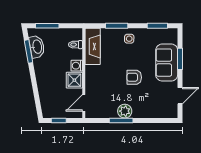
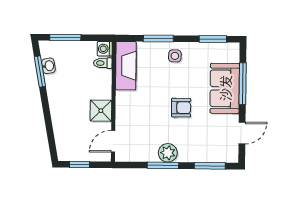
washbasin: (37, 47) -> (48, 66), width x0.52, depth x0.69
window: (180, 59) -> (243, 84), width x1.44
washing machine: (77, 66) -> (105, 49), moved
armchair: (134, 77) -> (181, 108), turned 180
window: (156, 121) -> (210, 166), added

